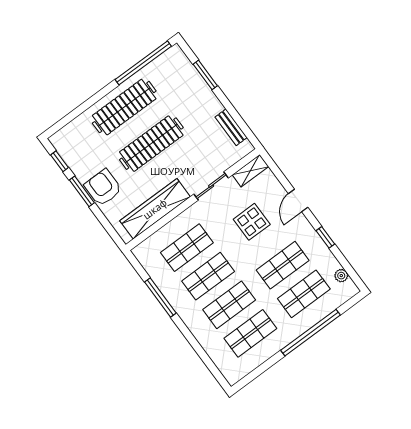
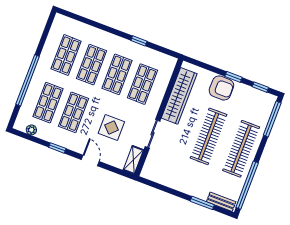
window: (69, 118) -> (272, 119), added
bench: (231, 127) -> (221, 202), moved
window: (82, 191) -> (234, 77), width x0.67
window: (160, 298) -> (139, 41), width x0.46

